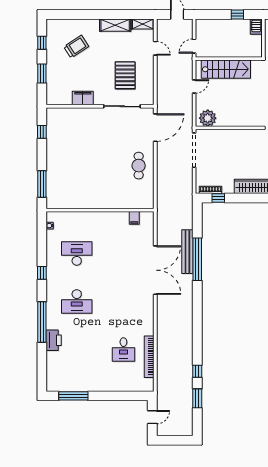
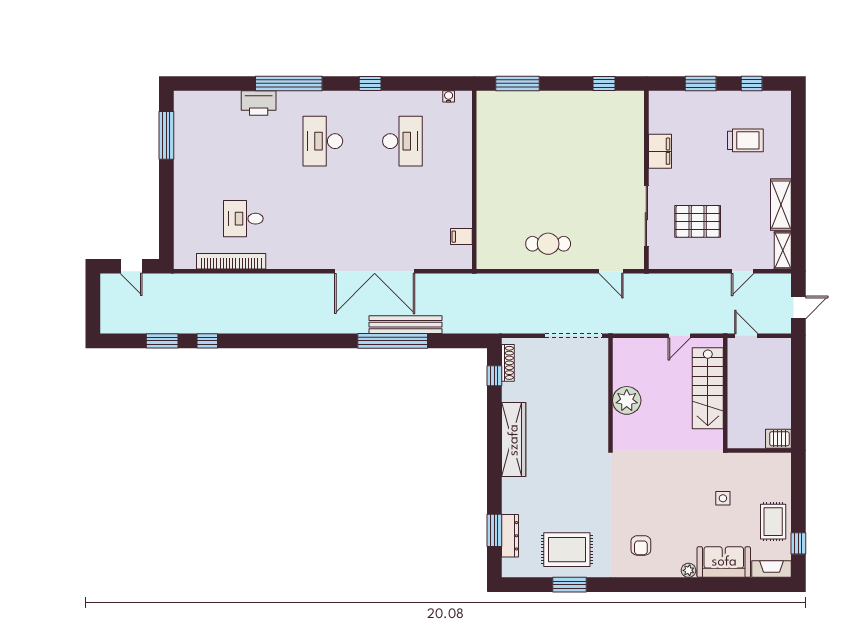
window: (237, 15) -> (798, 407), removed
trolley: (76, 47) -> (745, 140), turned -57
door: (194, 86) -> (679, 336), hinge flipped
plant: (208, 118) -> (627, 400), moved
door: (155, 128) -> (611, 271), width x0.53

